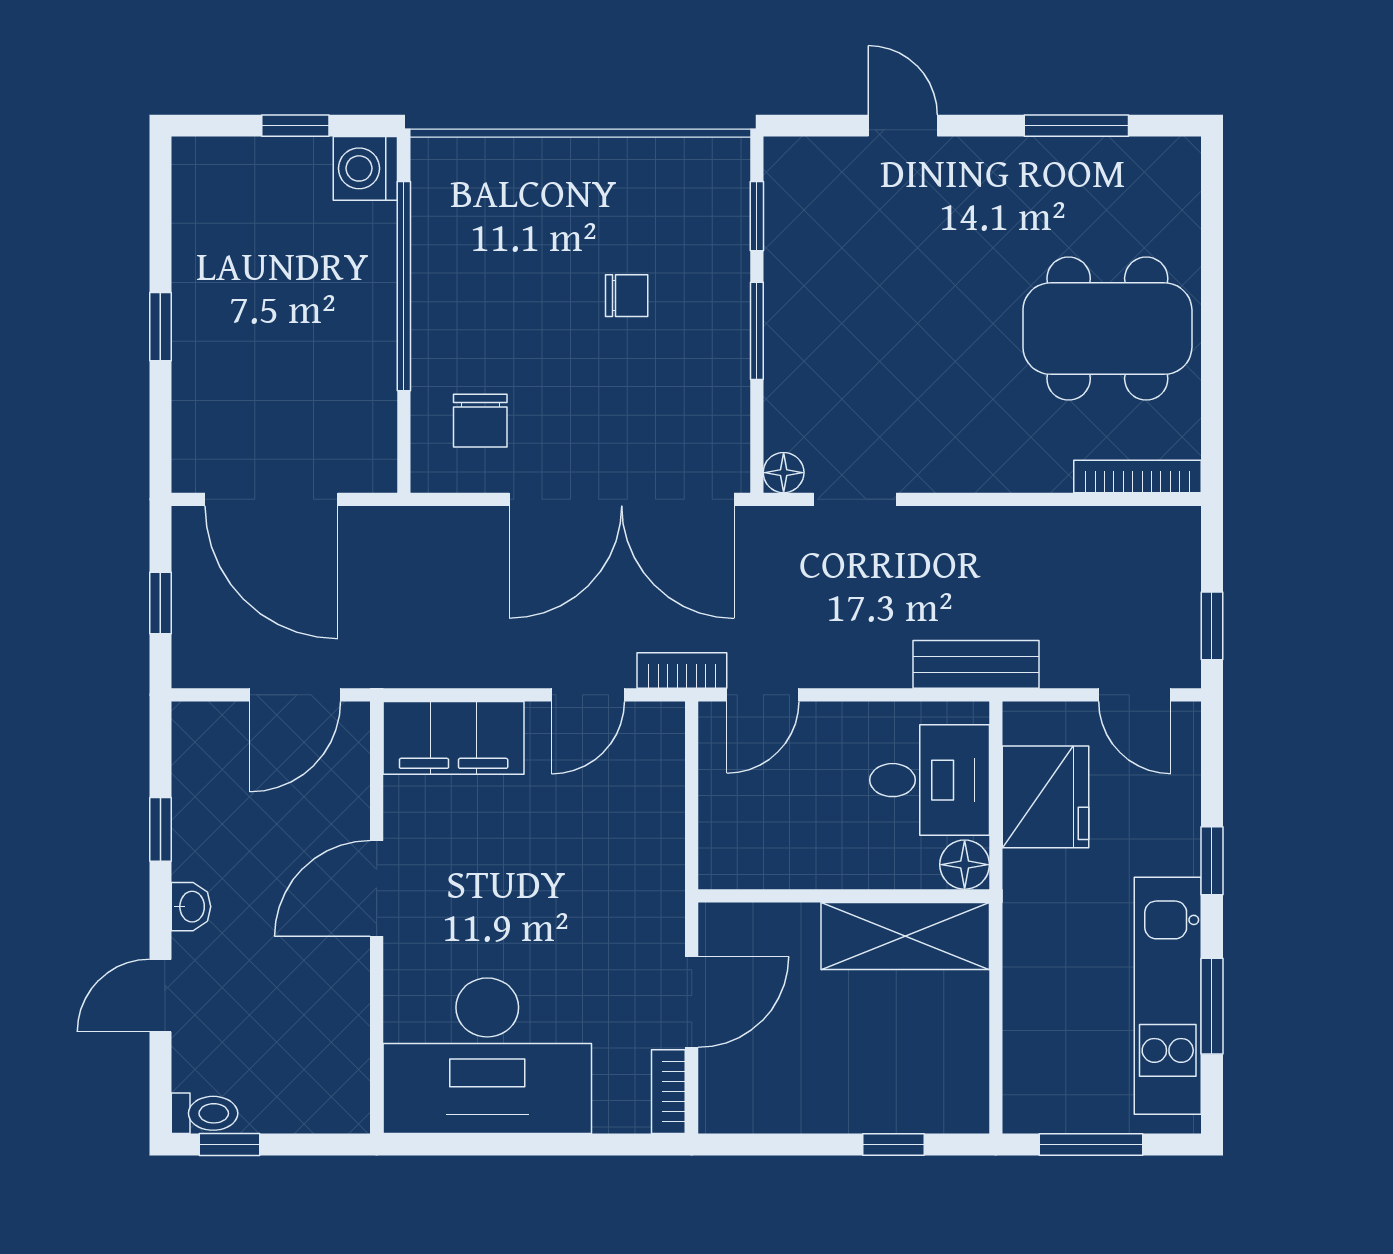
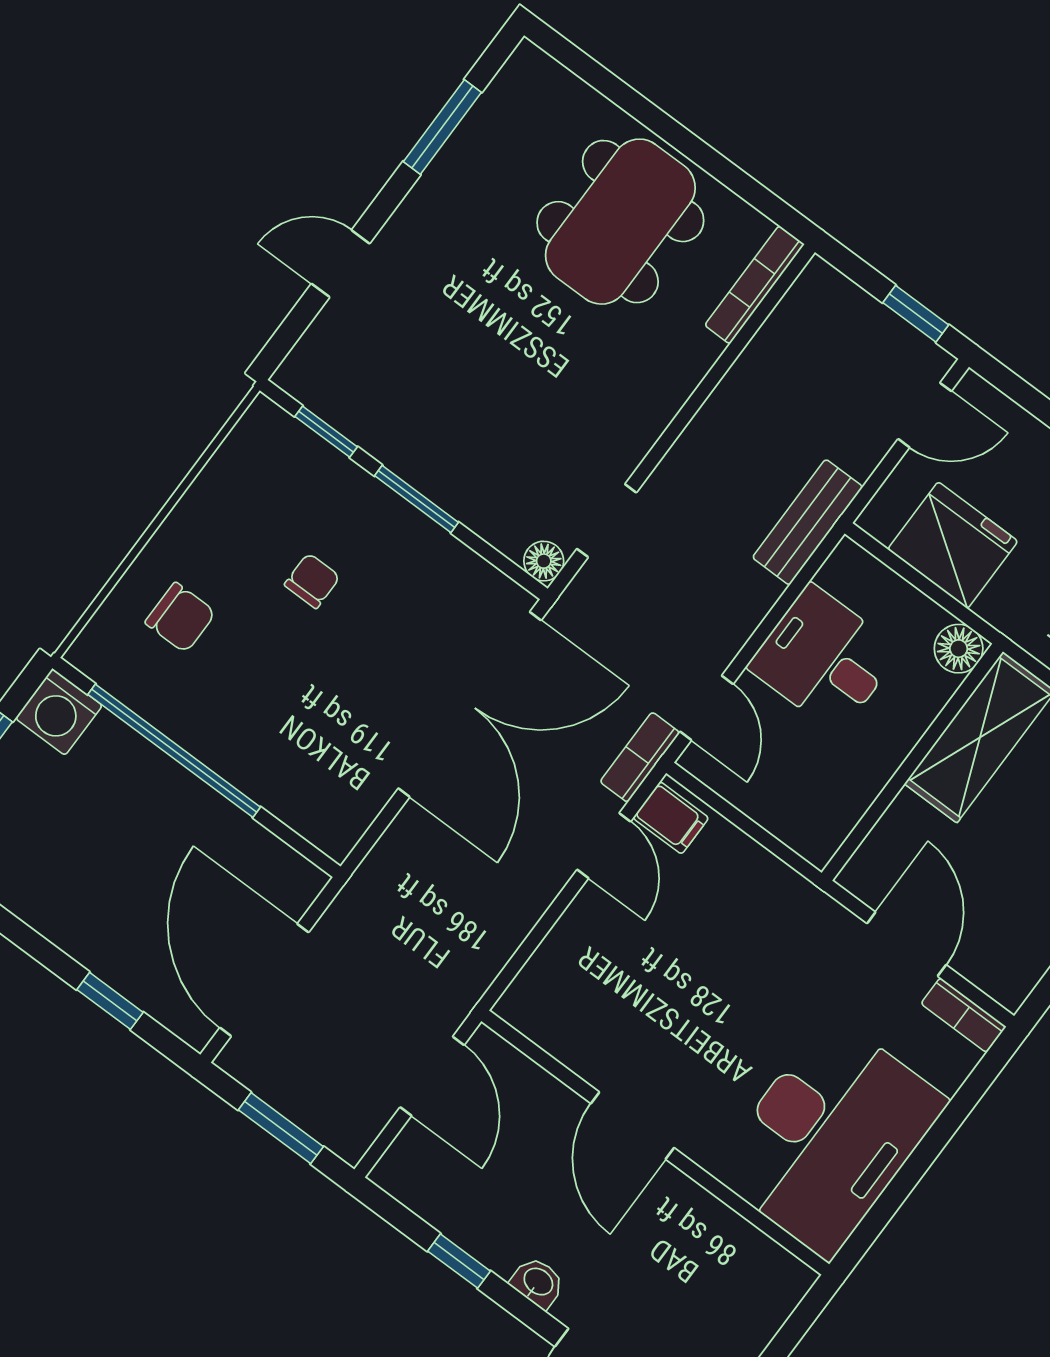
window: (160, 327) -> (110, 1001), moved
chair: (480, 421) -> (180, 618), moved
door: (271, 499) -> (264, 980), swing flipped
window: (160, 603) -> (281, 1128), width x1.50
filing cabinet: (454, 738) -> (671, 818), moved, width x0.33, depth x0.86
desk: (930, 780) -> (824, 659), moved, turned -90

